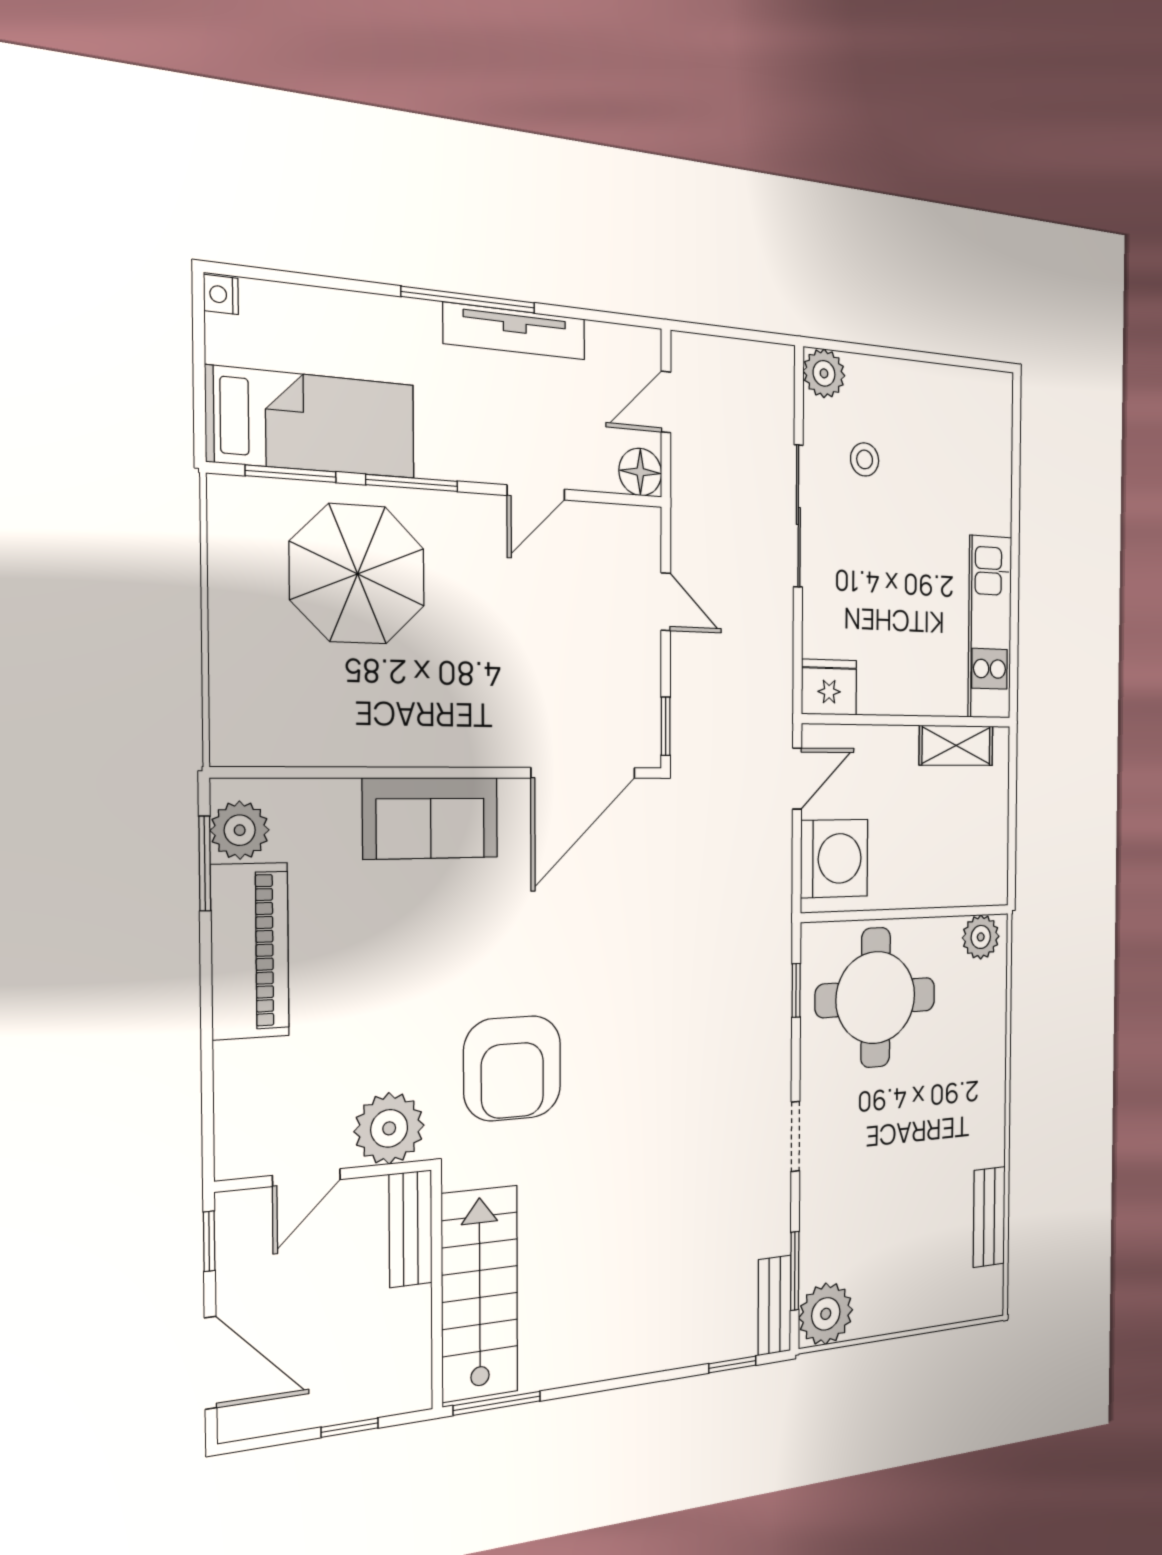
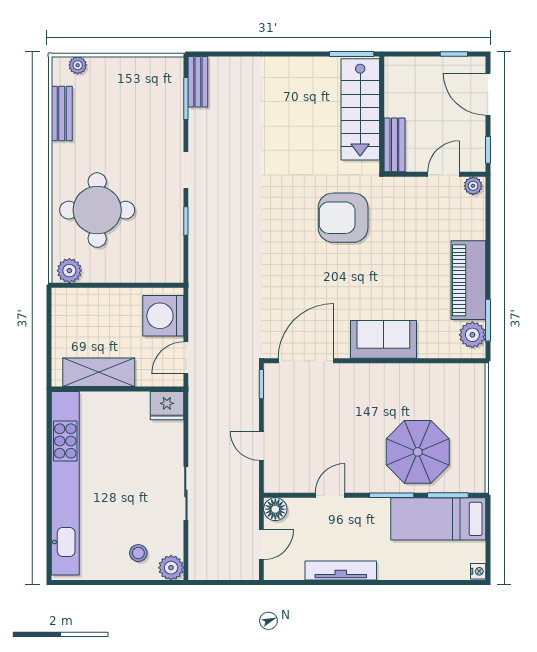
window: (469, 300) -> (364, 583), removed
stool: (865, 459) -> (138, 553), moved
sliding door: (798, 516) -> (186, 493), width x0.73
kitchen unit: (990, 627) -> (65, 483), width x1.86
shelving: (956, 745) -> (99, 372), width x1.50, depth x1.33
window: (796, 990) -> (186, 221), moved
round table: (876, 998) -> (97, 210), moved
armchair: (512, 1068) -> (343, 218), turned -90
plant: (389, 1128) -> (473, 186), moved, width x0.53, depth x0.53
plant: (826, 1314) -> (78, 65), moved, width x0.53, depth x0.53
window: (732, 1364) -> (223, 54), removed
window: (350, 1428) -> (454, 54), moved

